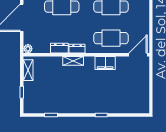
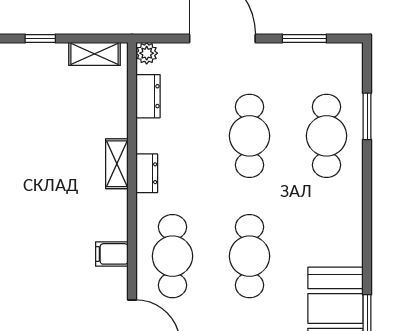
dresser: (59, 48) -> (148, 96), moved
filing cabinet: (105, 63) -> (112, 254), width x0.50

